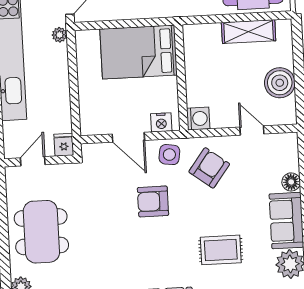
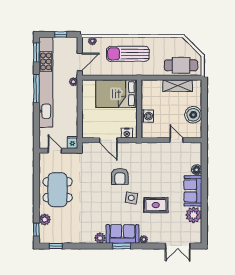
washing machine: (198, 119) -> (147, 116), moved
side table: (169, 155) -> (131, 198), moved
door: (33, 161) -> (55, 151), hinge flipped
armchair: (209, 168) -> (152, 160), removed
armchair: (153, 201) -> (120, 176), turned -90

